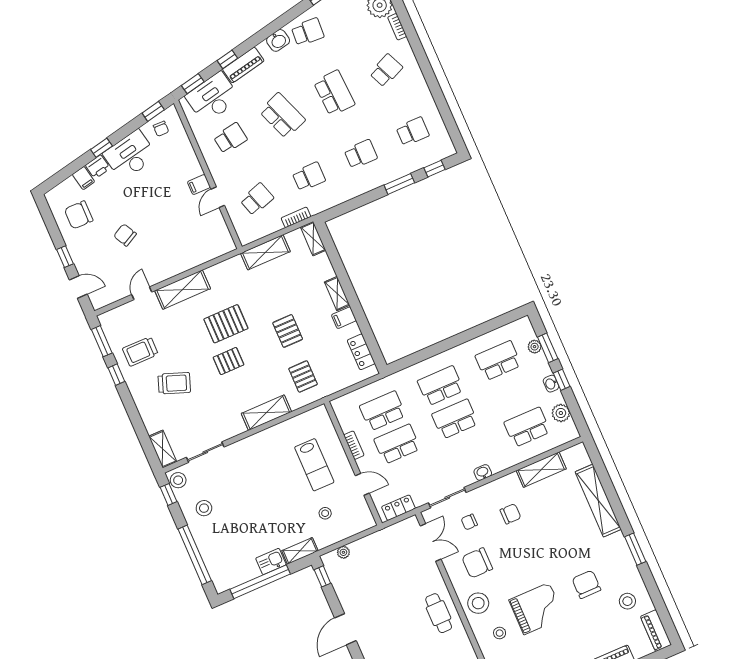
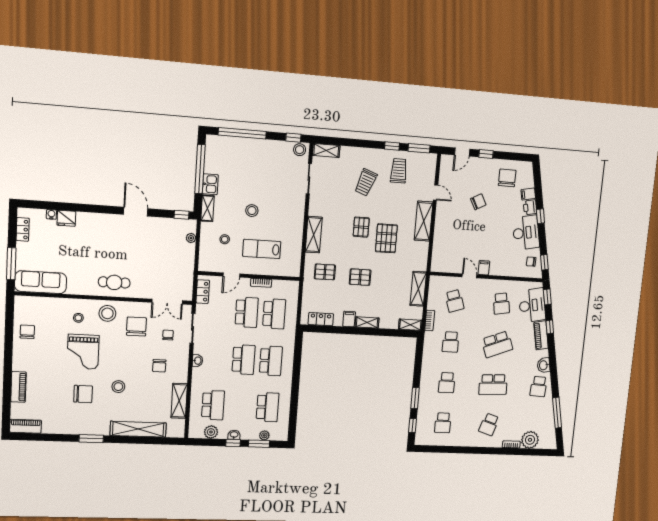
school desk: (386, 70) -> (489, 424), turned 42
stool: (204, 508) -> (252, 211), moved
stool: (627, 601) -> (118, 387), moved

